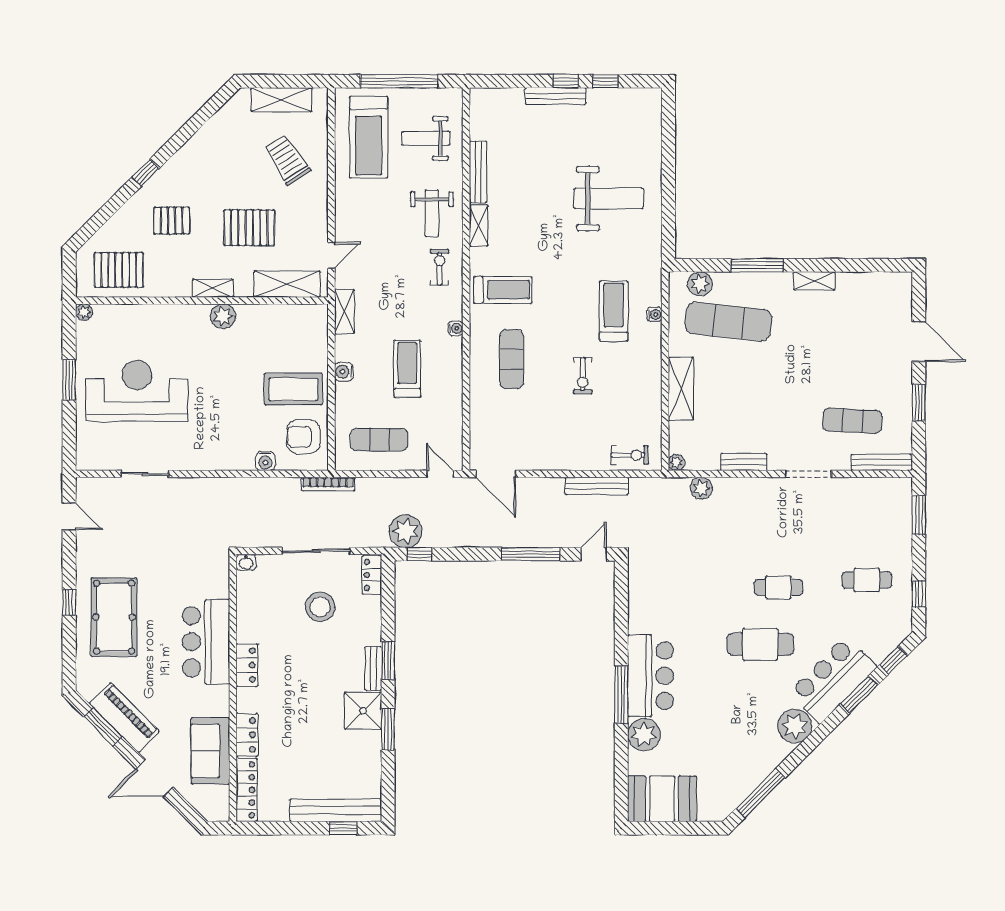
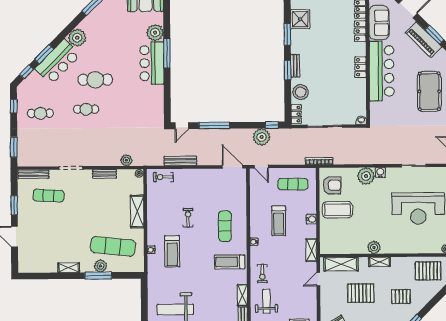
plant: (700, 284) -> (100, 266), moved
plant: (238, 454) -> (366, 176), added
water cooler: (265, 461) -> (380, 172), moved
plant: (406, 531) -> (262, 137), moved
stool: (320, 607) -> (301, 92), moved
bar counter: (206, 642) -> (382, 71), width x1.36
shower: (363, 711) -> (300, 19), moved

